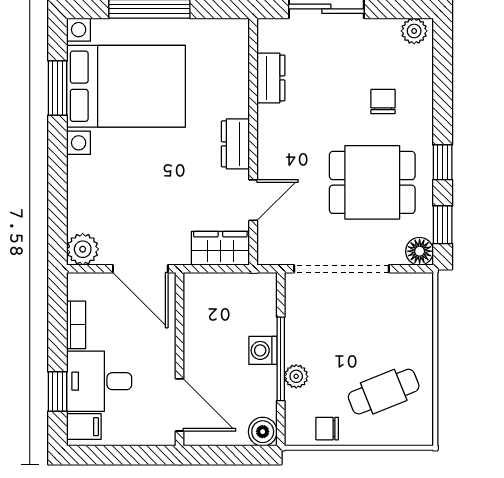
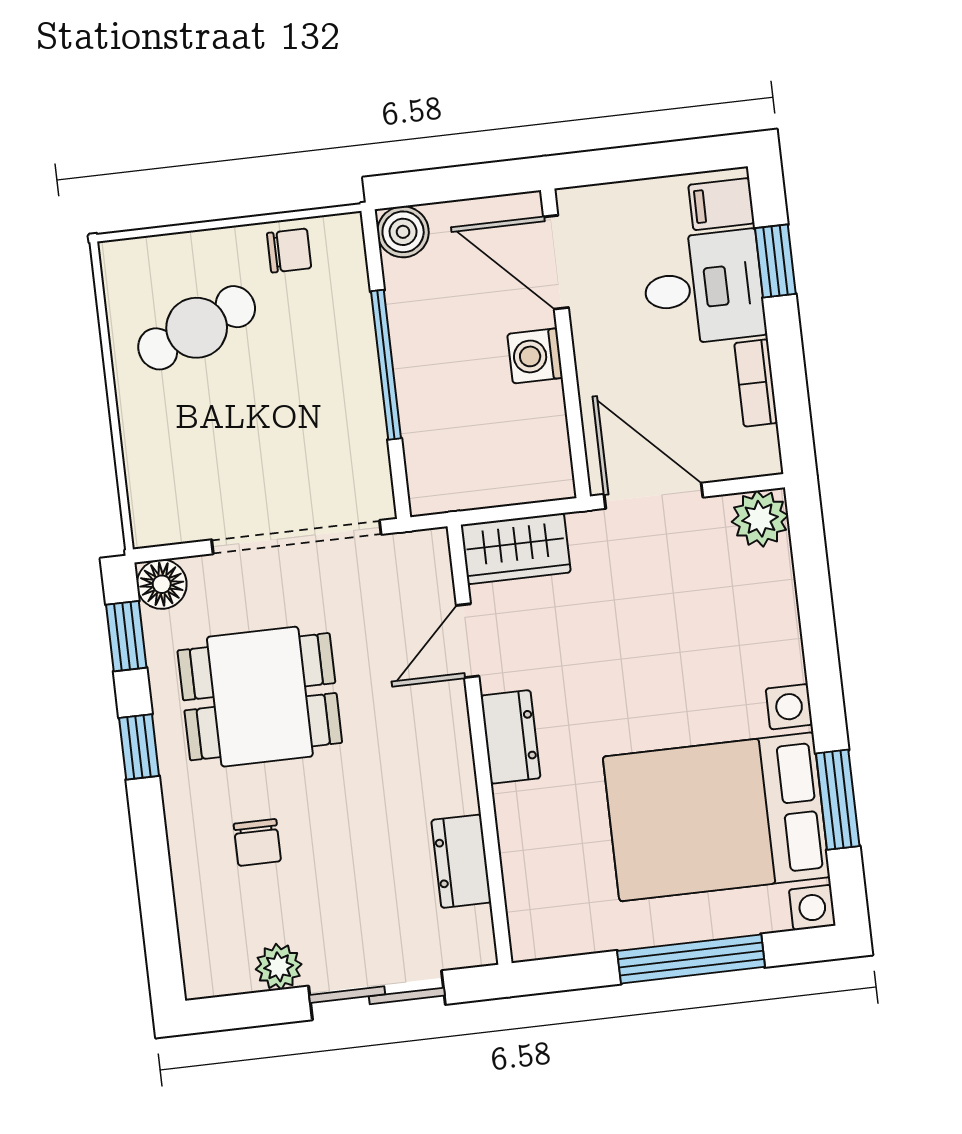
plant: (414, 31) -> (279, 967), moved
washing machine: (263, 350) -> (535, 356), moved, turned 180
plant: (296, 376) -> (355, 337), removed

